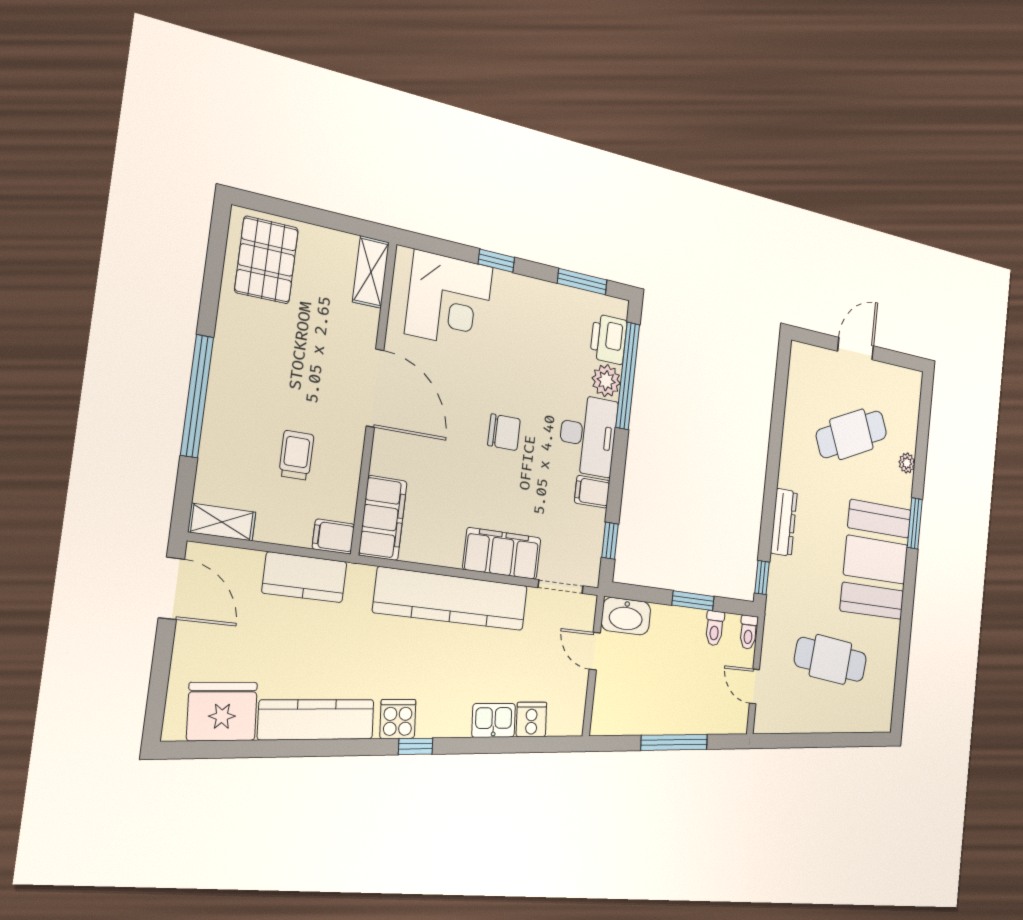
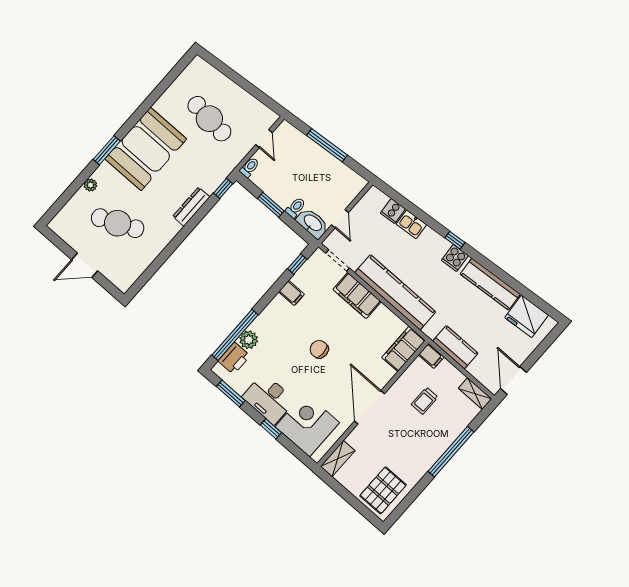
desk: (588, 435) -> (269, 399), moved, turned -90
toilet: (715, 628) -> (296, 208), moved

